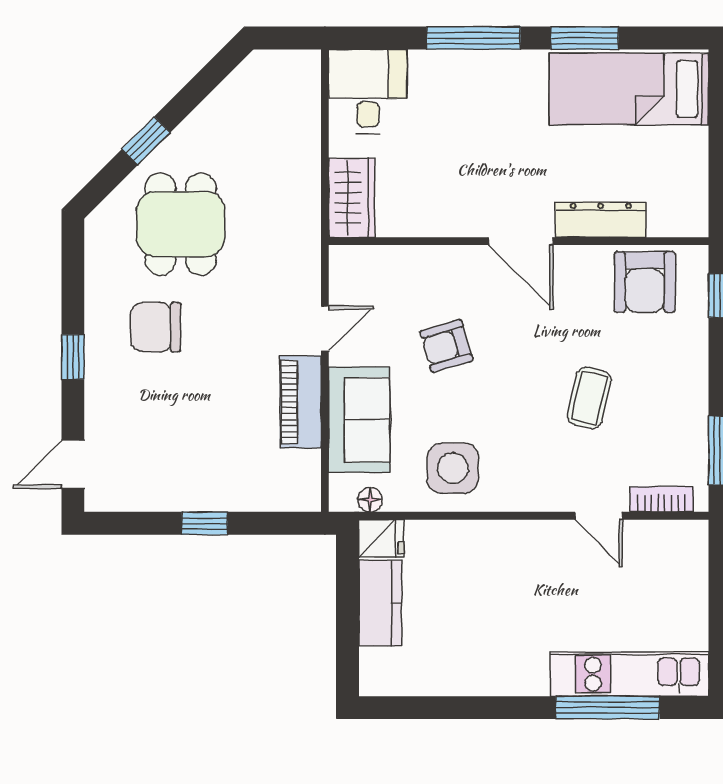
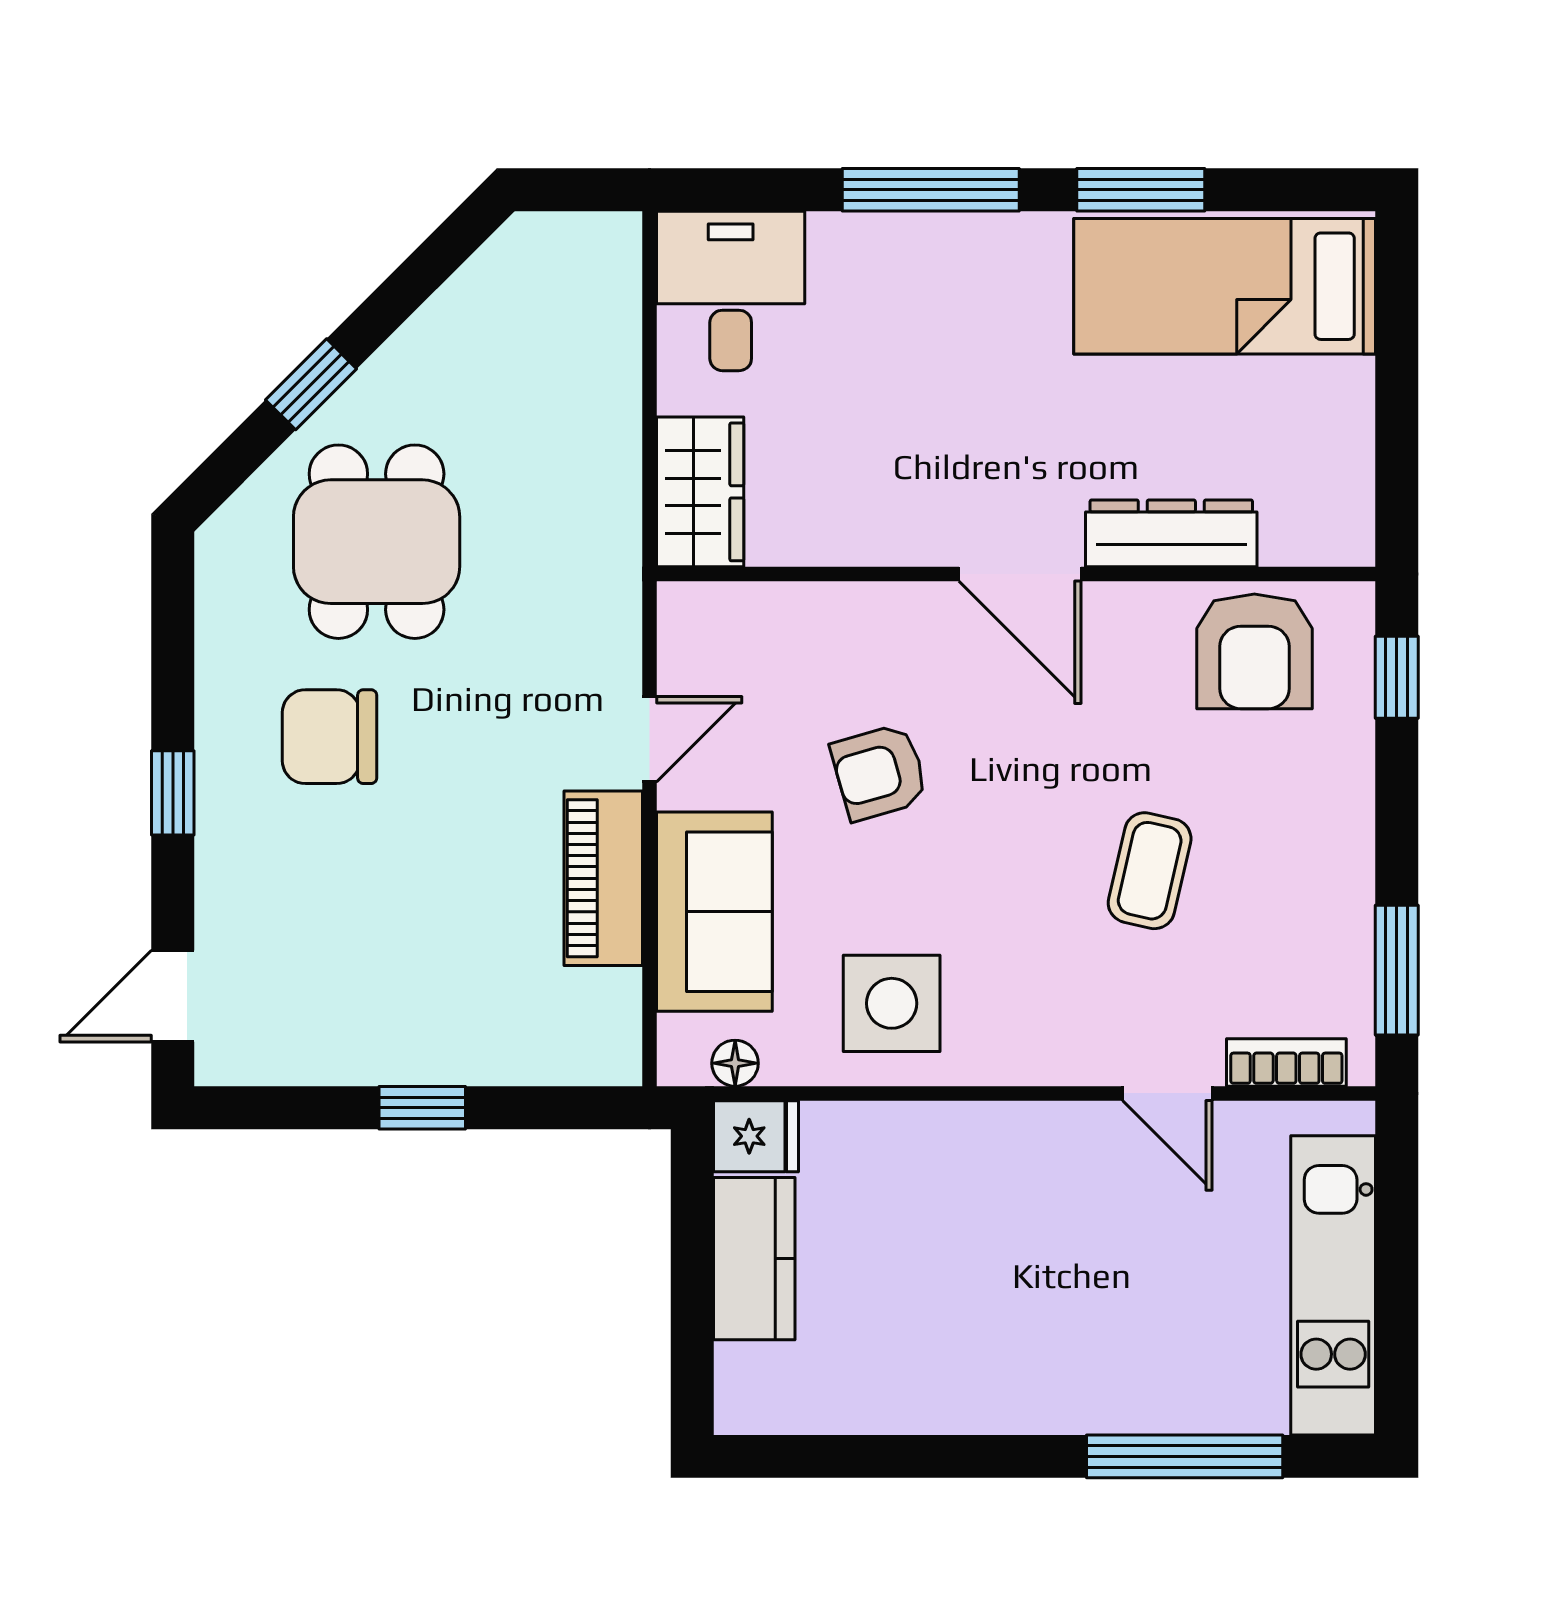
kitchen unit: (629, 674) -> (1333, 1285), moved, turned -90

